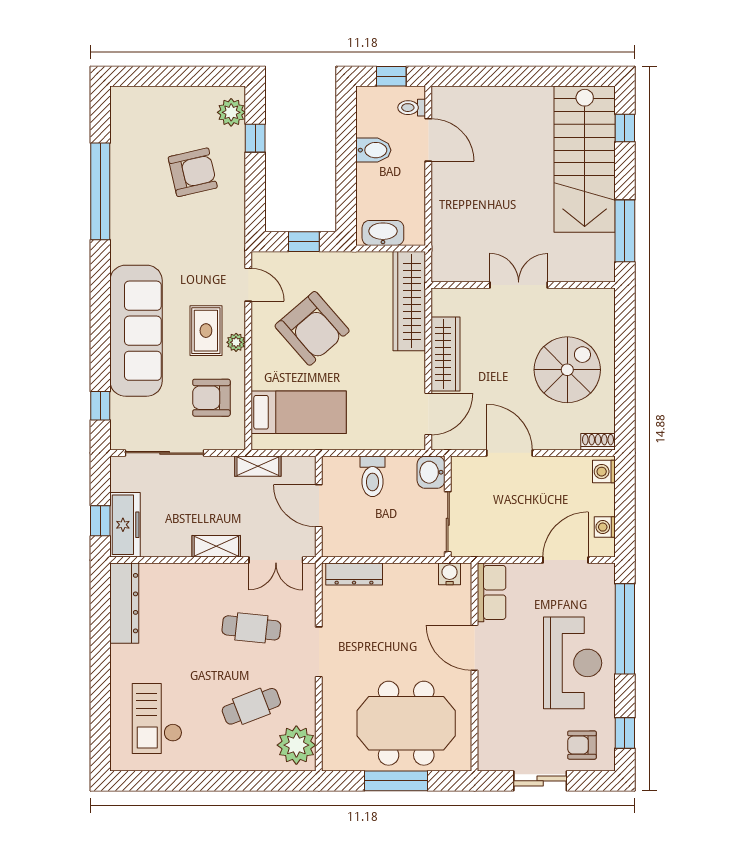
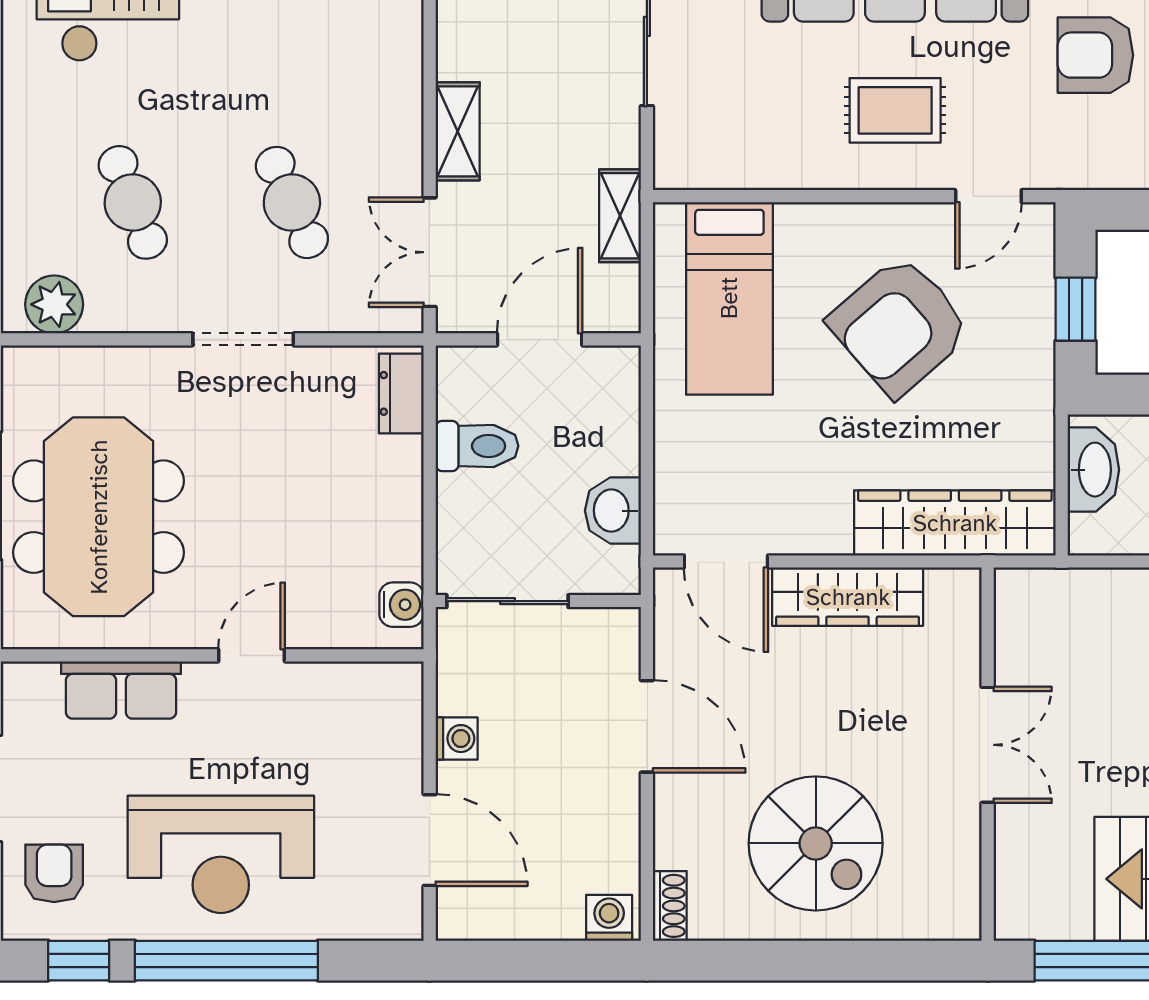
plant: (236, 342) -> (871, 171), removed
armchair: (211, 398) -> (1095, 55), moved, turned -90
door: (509, 453) -> (647, 726), hinge flipped
washbasin: (431, 472) -> (613, 511), moved, turned -90
toilet: (372, 476) -> (477, 446), moved, turned 180
washing machine: (605, 527) -> (457, 739), moved, turned 90
dresser: (354, 574) -> (401, 393), width x0.70
row of seats: (492, 592) -> (121, 690), moved
cafe table: (251, 628) -> (292, 202), turned -30
window: (625, 629) -> (226, 961), moved
door: (475, 648) -> (251, 655), width x0.73
plant: (296, 745) -> (54, 304), width x0.73, depth x0.73

